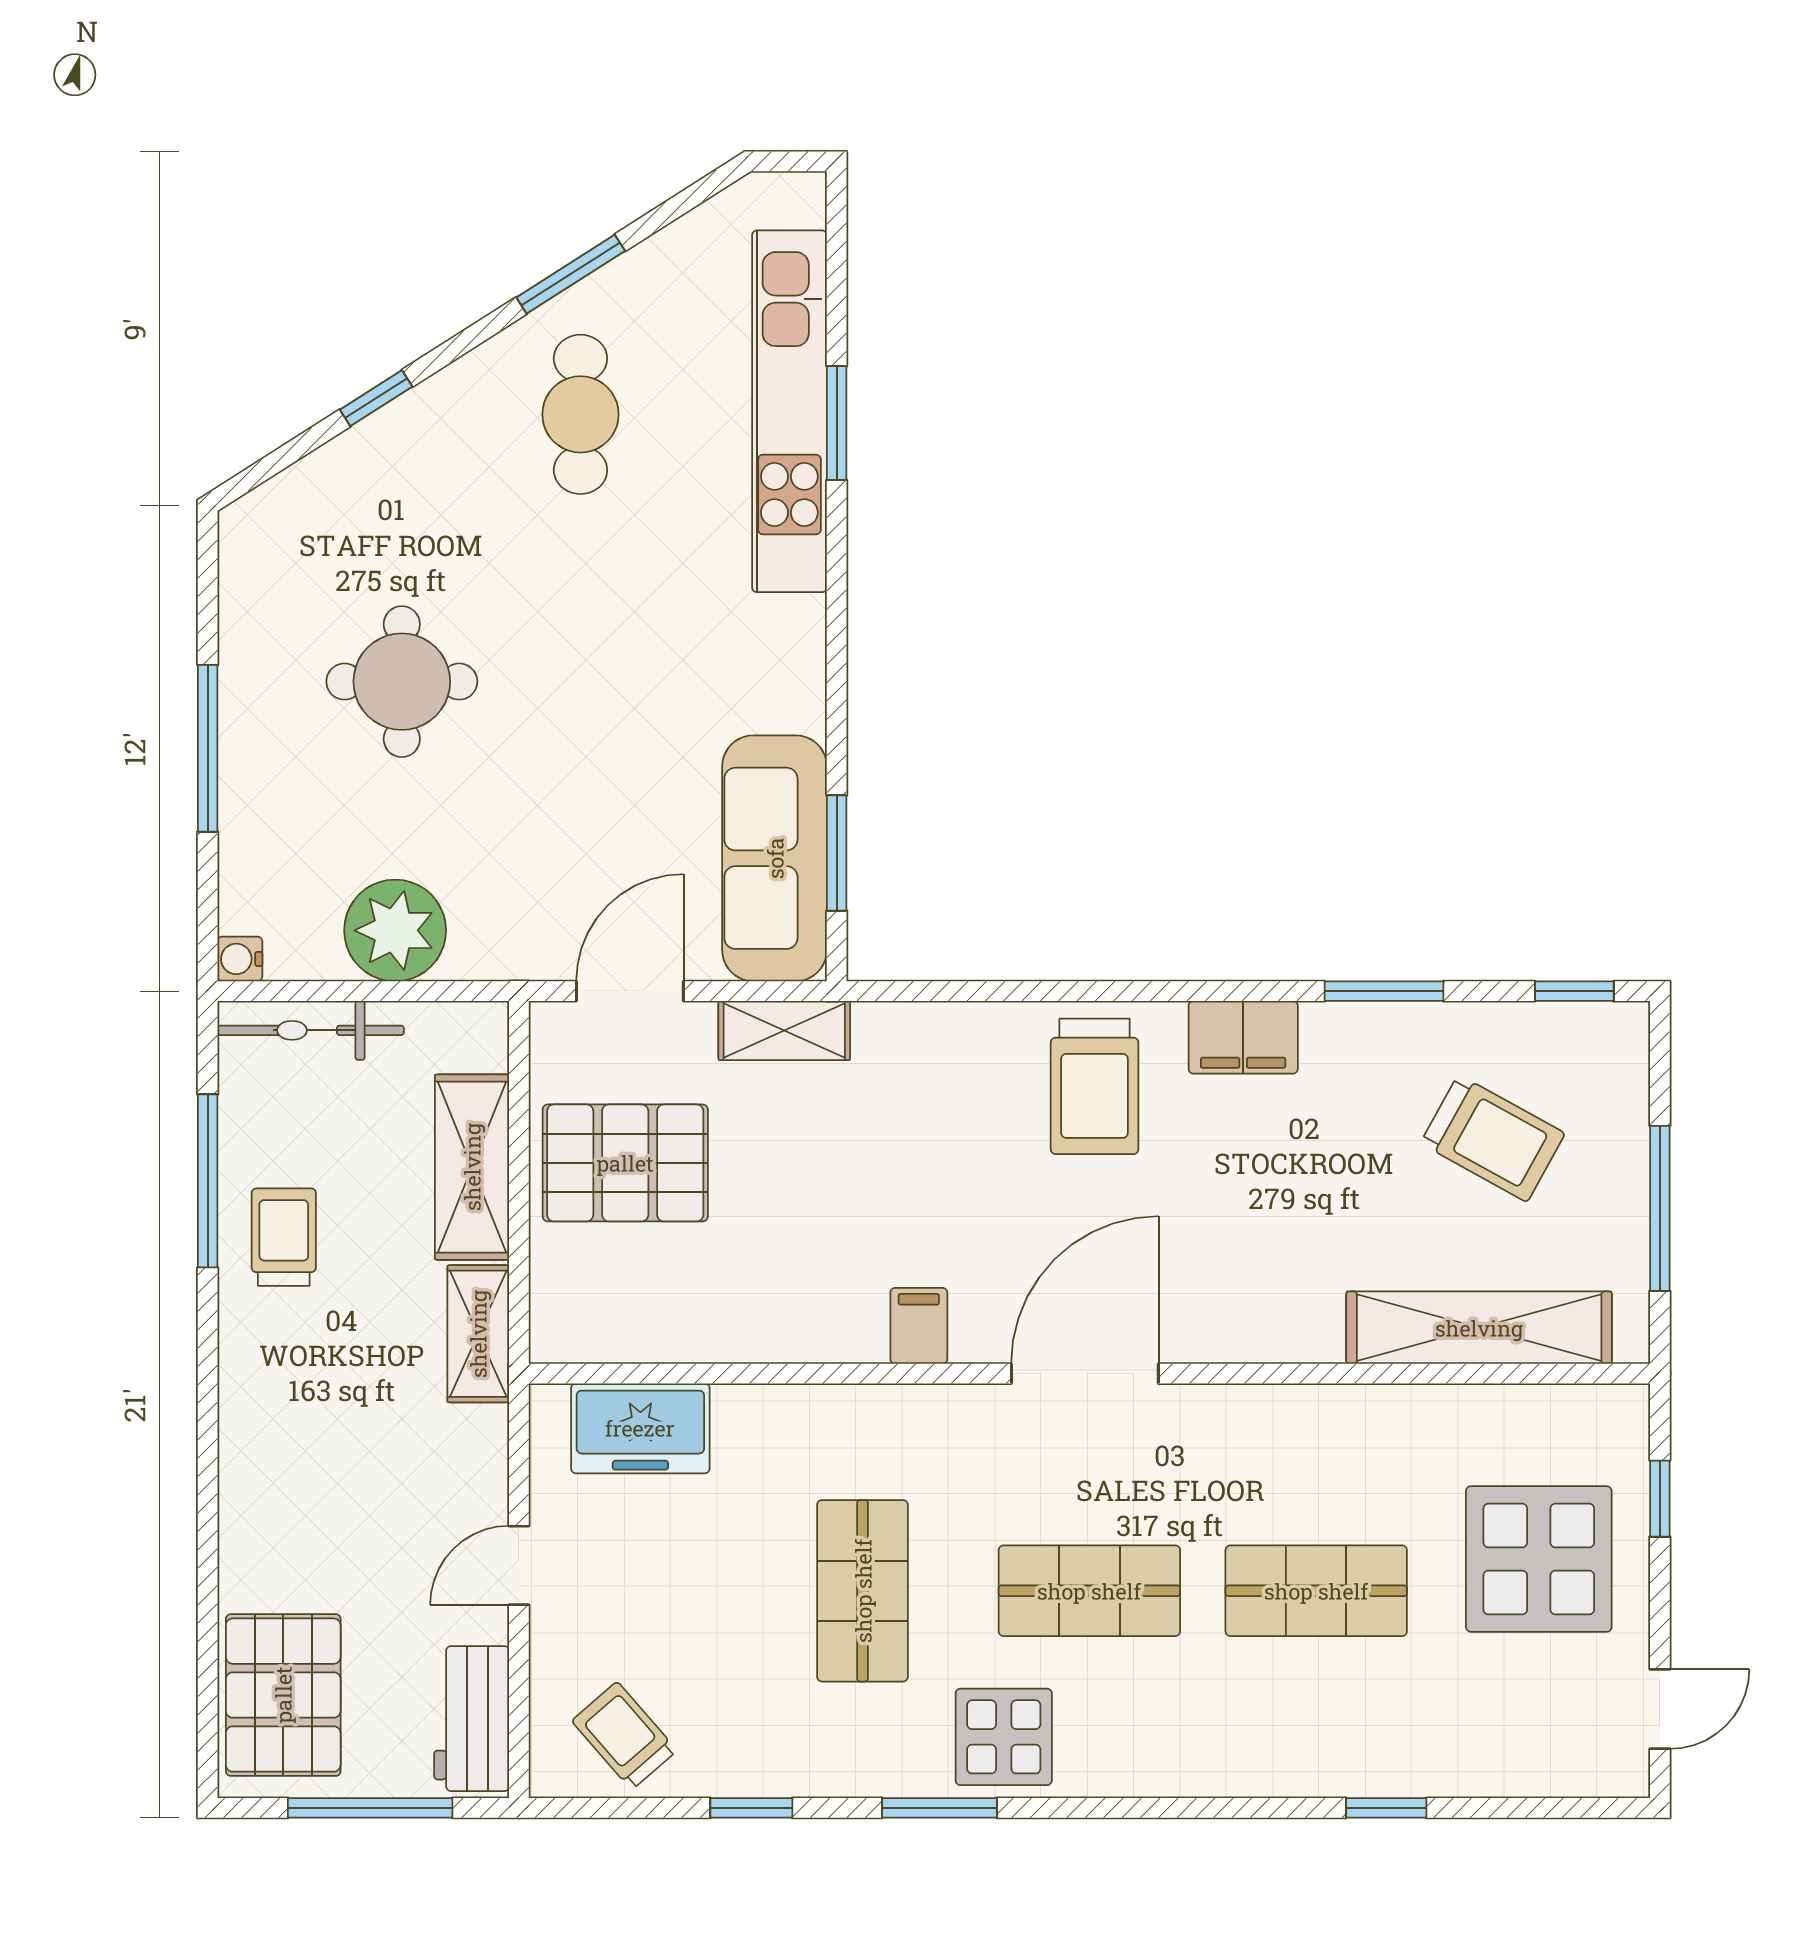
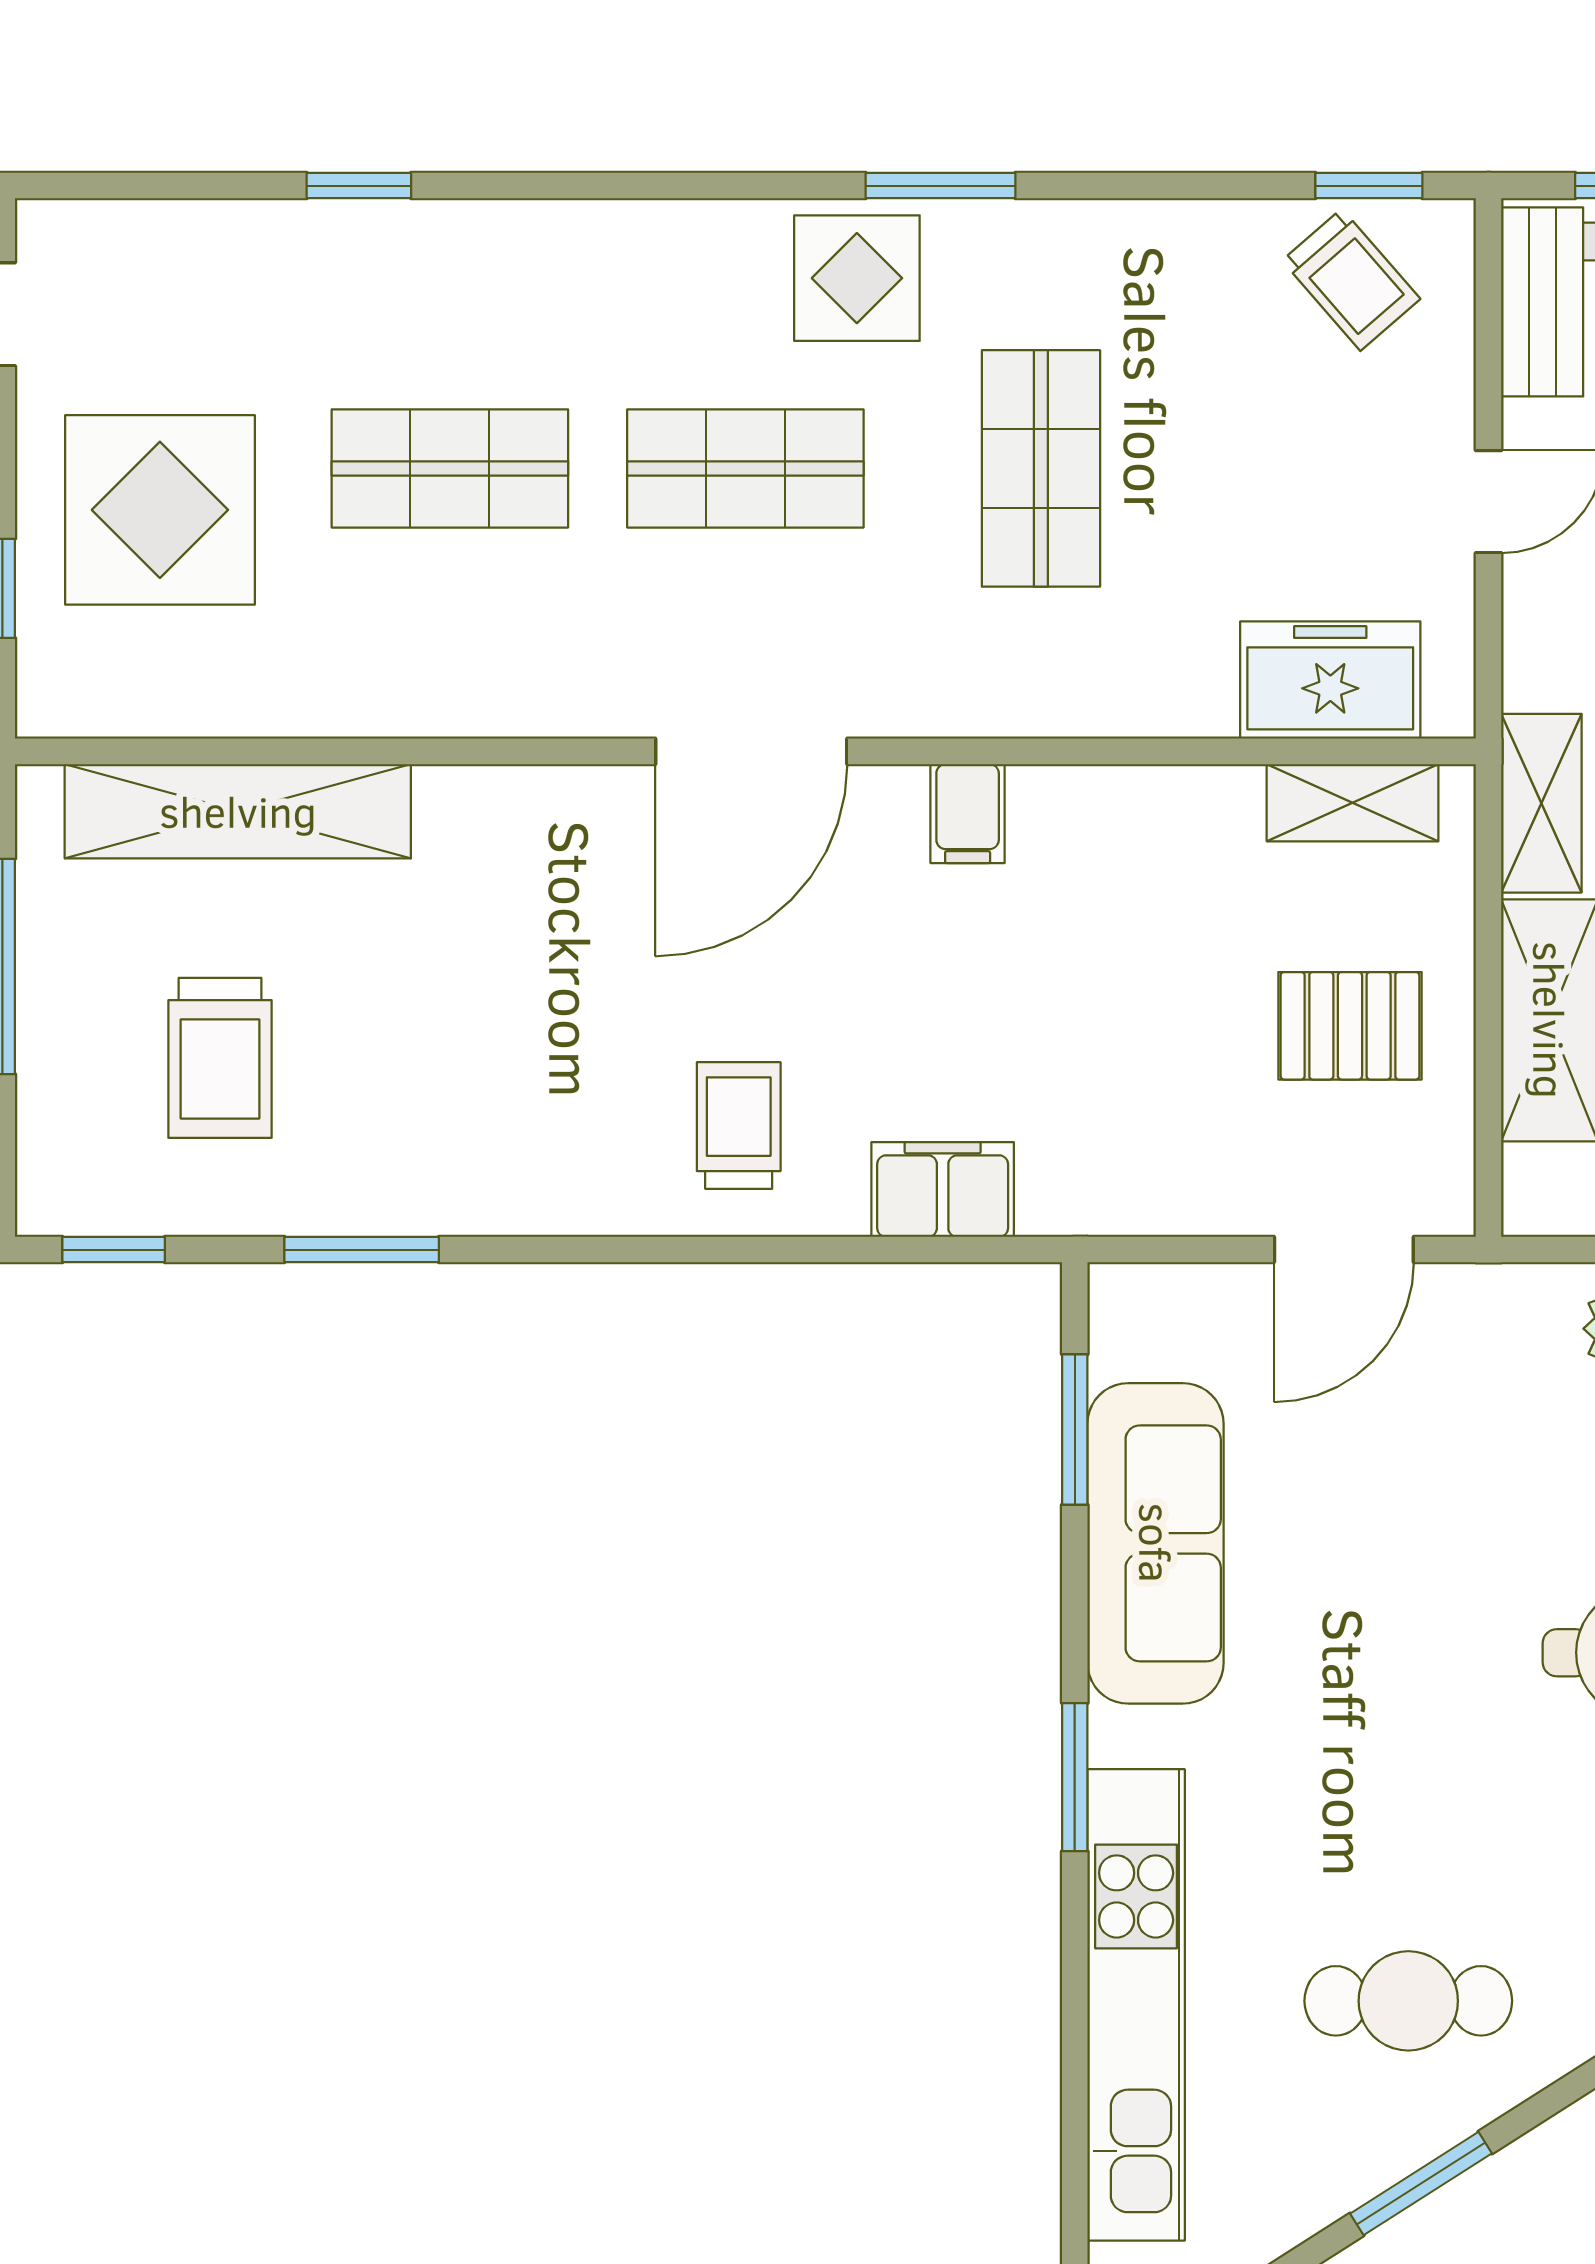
cafe table: (580, 414) -> (1408, 2001), turned 90
window: (837, 423) -> (1075, 1777), moved
sofa: (775, 858) -> (1156, 1543), moved
shelving: (784, 1031) -> (1353, 803), moved
filing cabinet: (1243, 1037) -> (943, 1189), moved
trolley: (1095, 1086) -> (739, 1125), width x0.73, depth x0.72
trolley: (1493, 1138) -> (220, 1058), turned -119
pallet: (625, 1163) -> (1350, 1026), width x0.67, depth x0.71
window: (751, 1808) -> (1369, 186), moved

